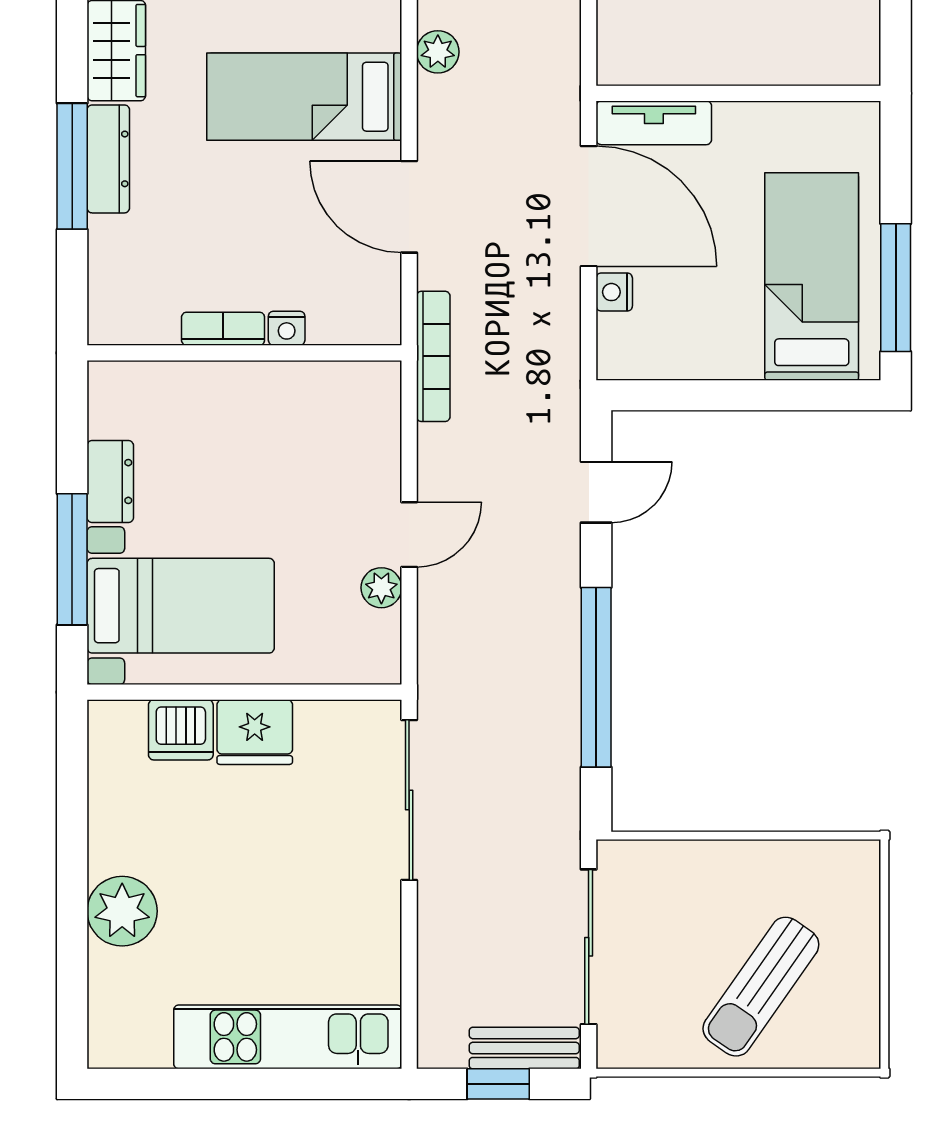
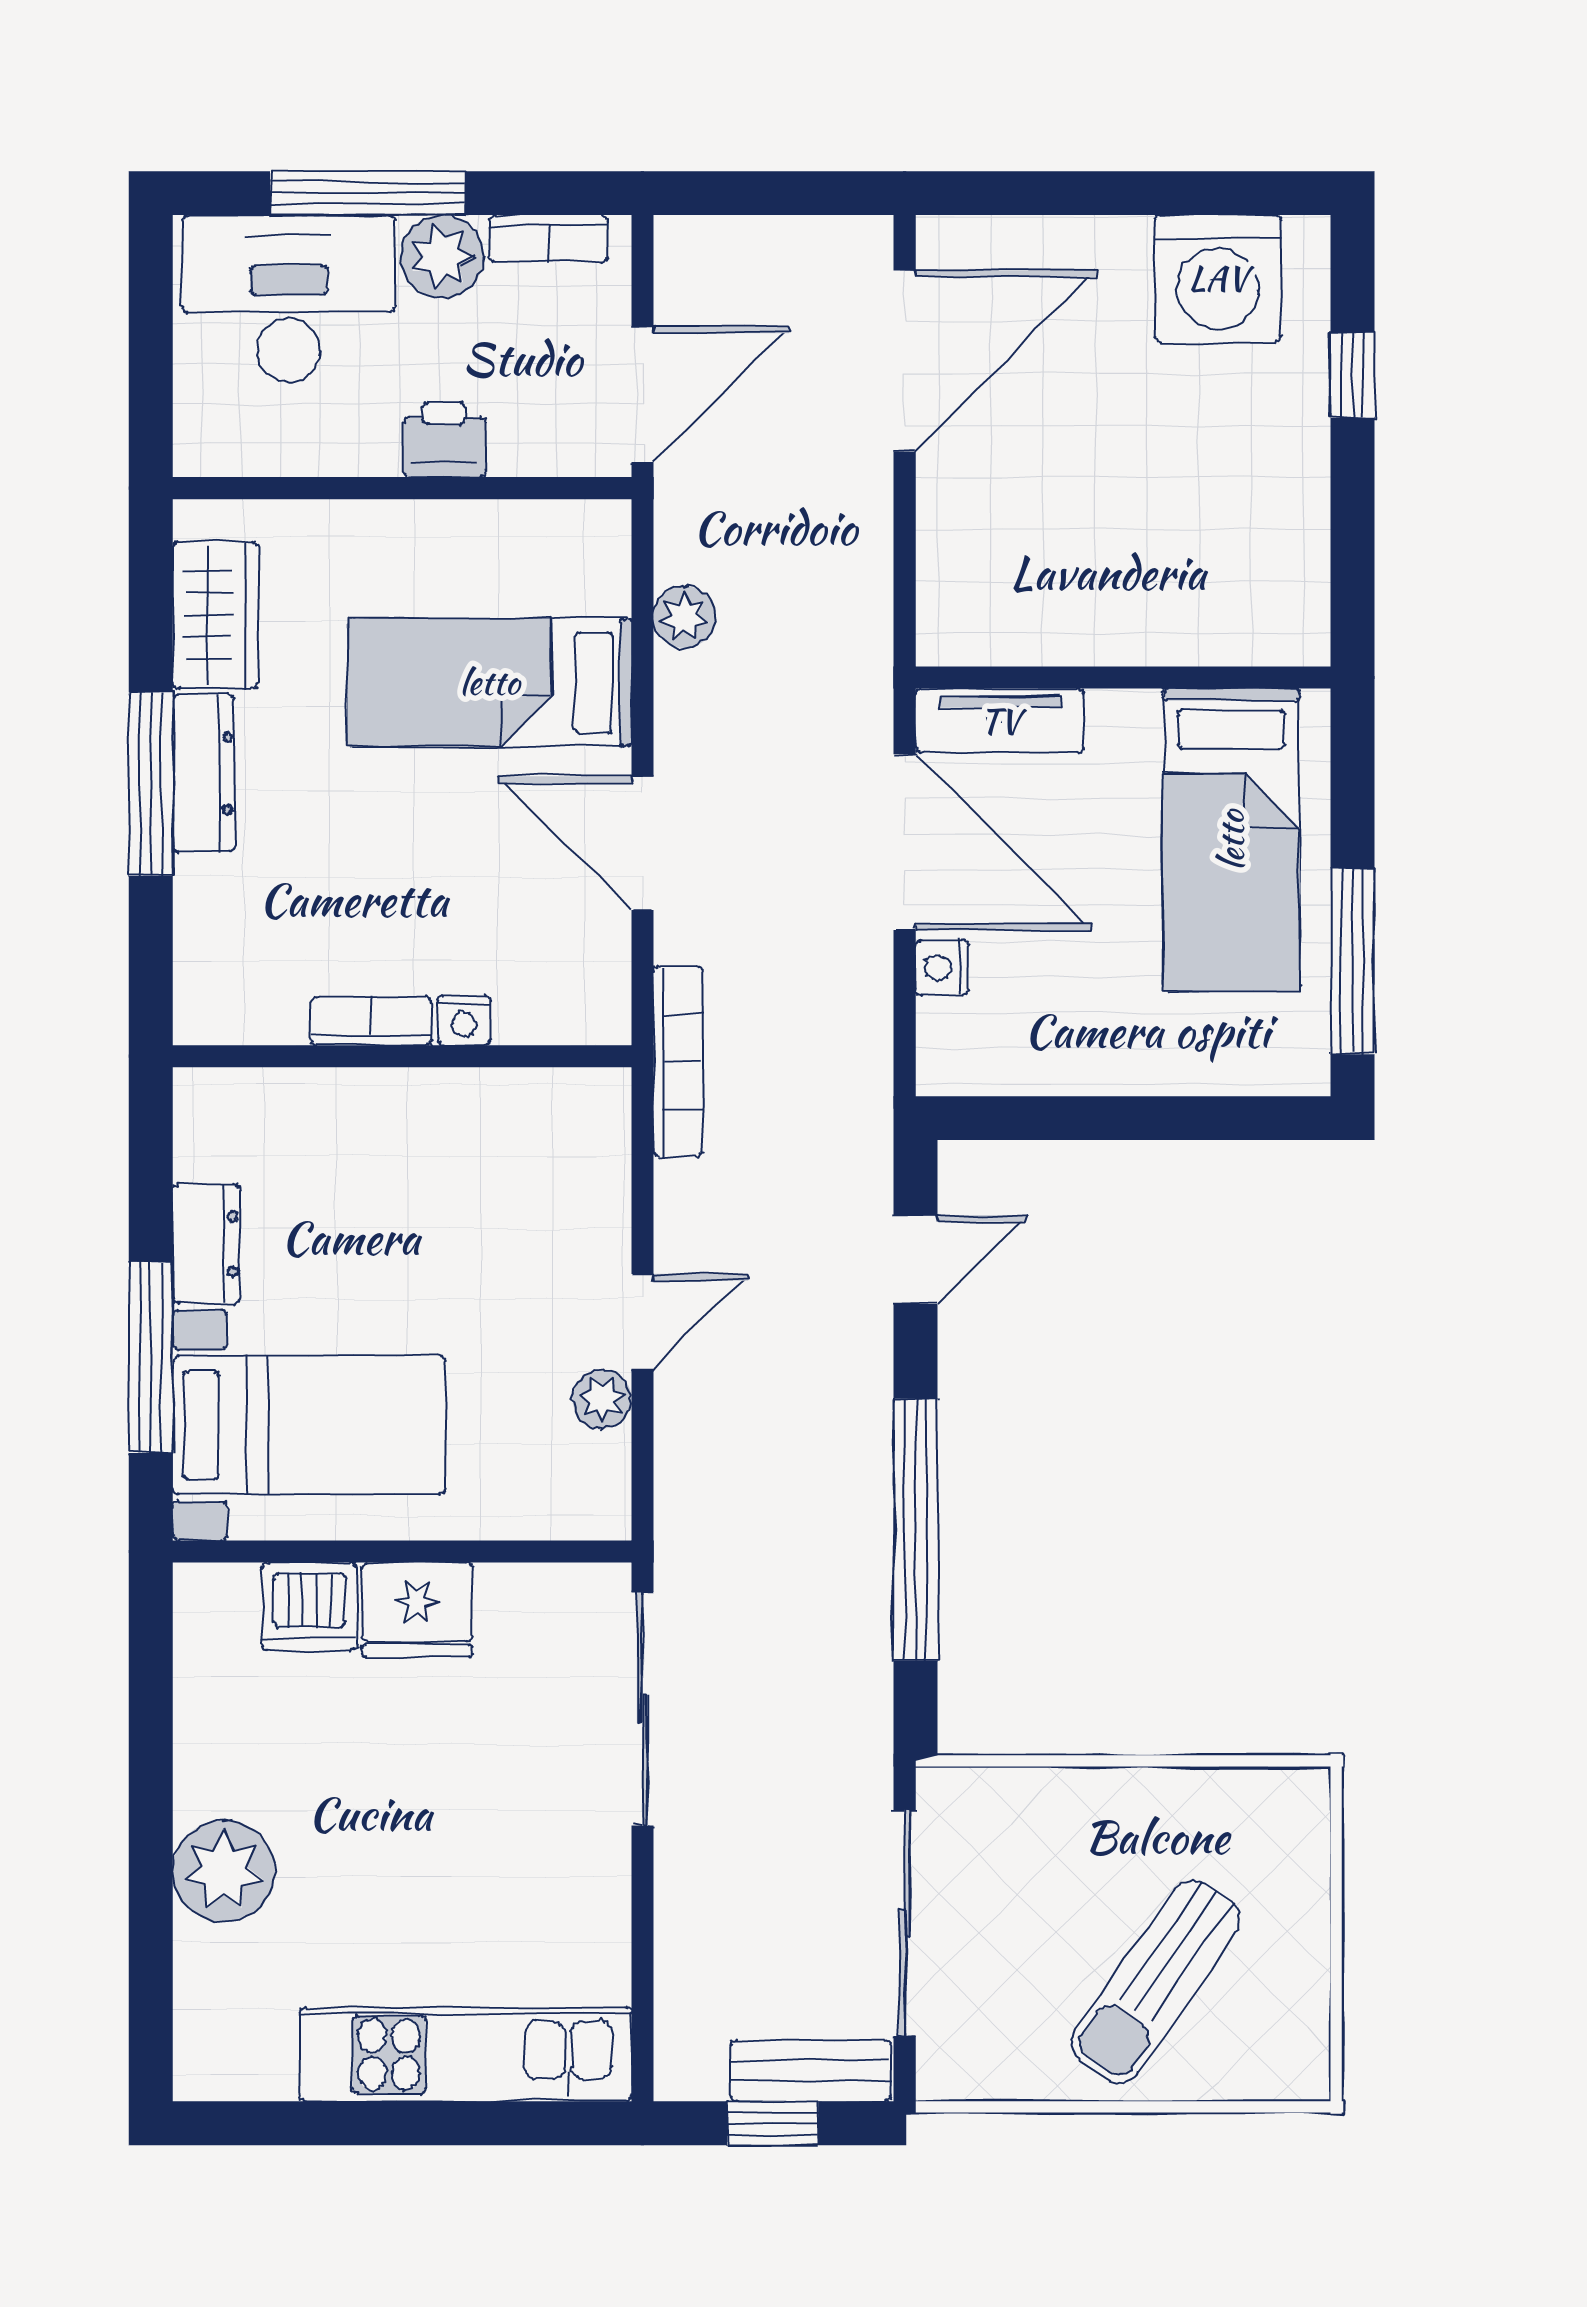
bed: (812, 276) -> (1231, 840), moved, turned 180

